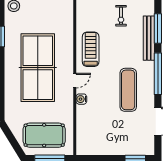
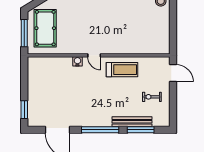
table tennis table: (38, 68) -> (106, 22), removed
exercise mat: (128, 90) -> (86, 103), removed

